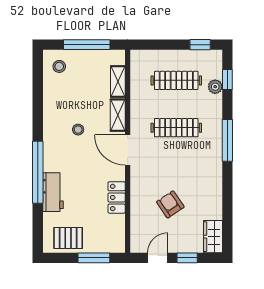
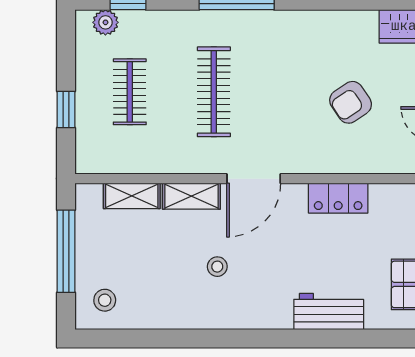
window: (200, 45) -> (66, 110), moved
clothes rail: (176, 80) -> (130, 92), width x0.73
plant: (215, 87) -> (105, 22), moved
window: (38, 172) -> (293, 338), removed

